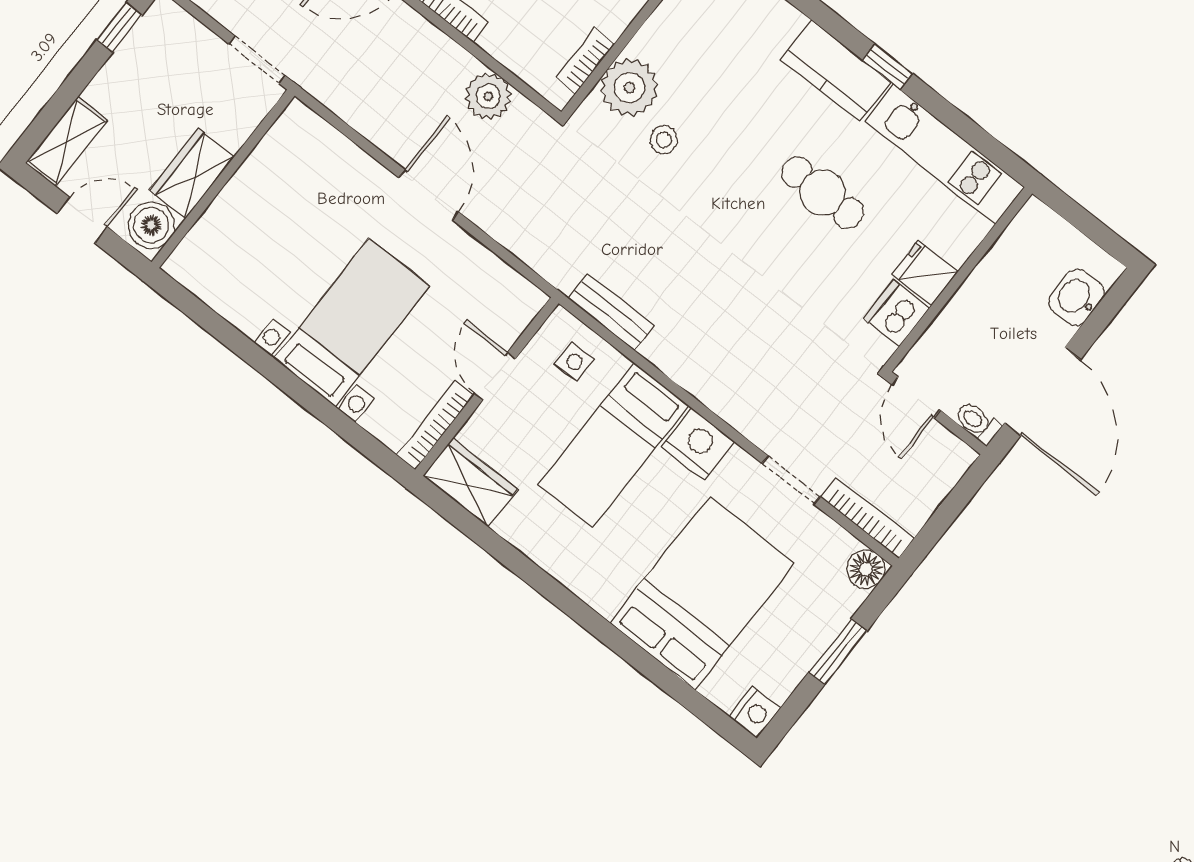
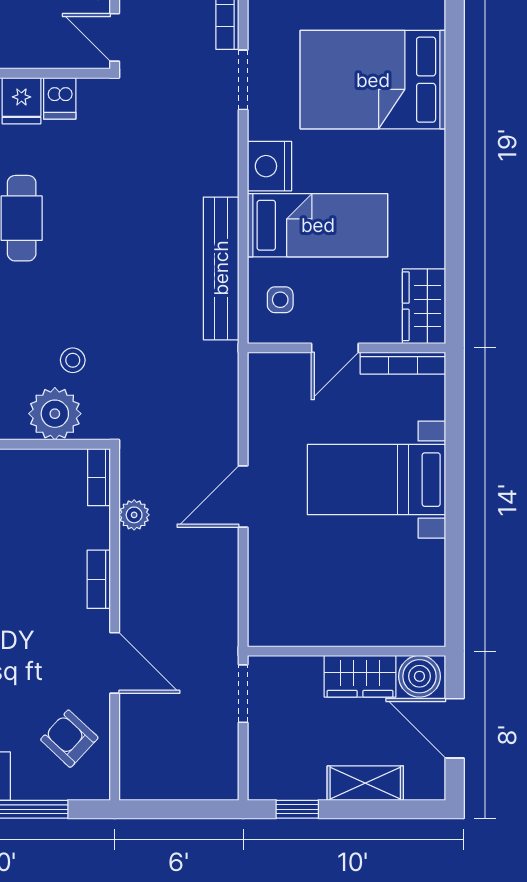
bookcase: (585, 61) -> (99, 477), moved, turned 90
plant: (488, 96) -> (134, 515), width x0.73, depth x0.73
shelving: (66, 142) -> (365, 783), moved
door: (82, 220) -> (455, 728), width x1.38
bench: (611, 312) -> (221, 268), width x1.86, depth x1.21
dishwasher: (896, 313) -> (60, 98), width x0.73
door: (916, 397) -> (115, 37), swing flipped

